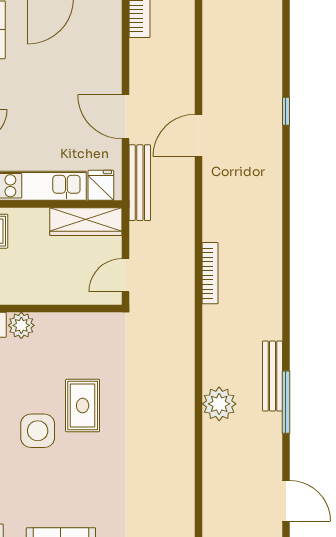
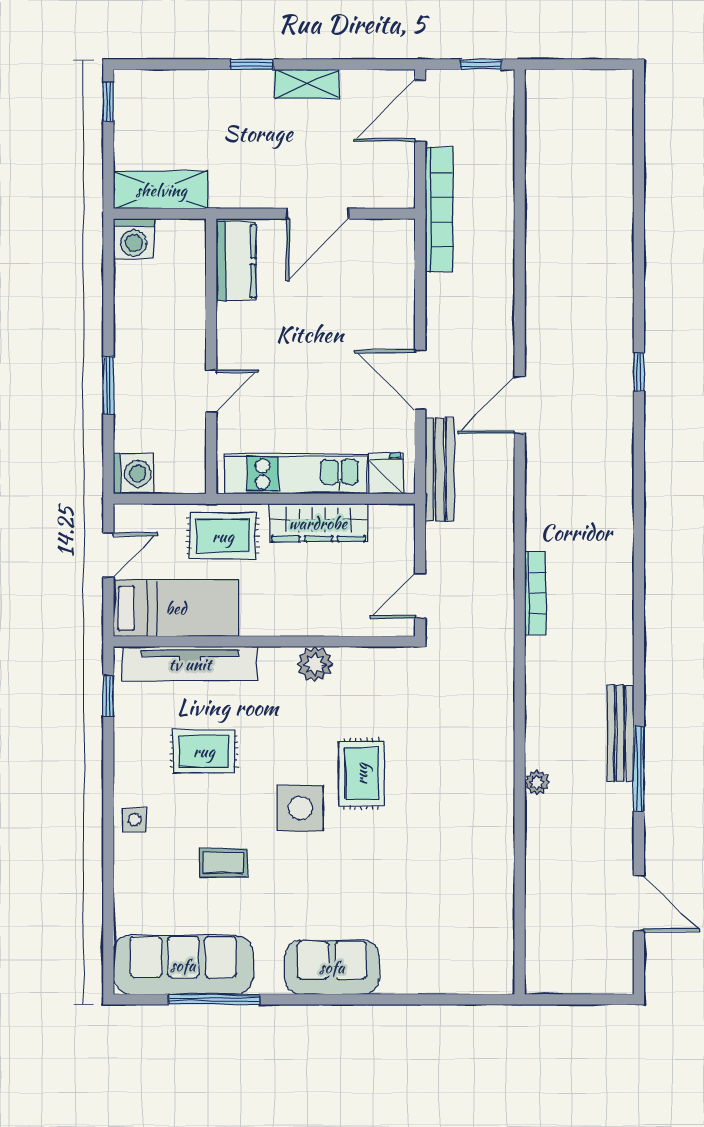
wardrobe: (86, 222) -> (318, 523), moved
plant: (21, 325) -> (315, 664), moved
plant: (219, 404) -> (537, 782), width x0.53, depth x0.53

